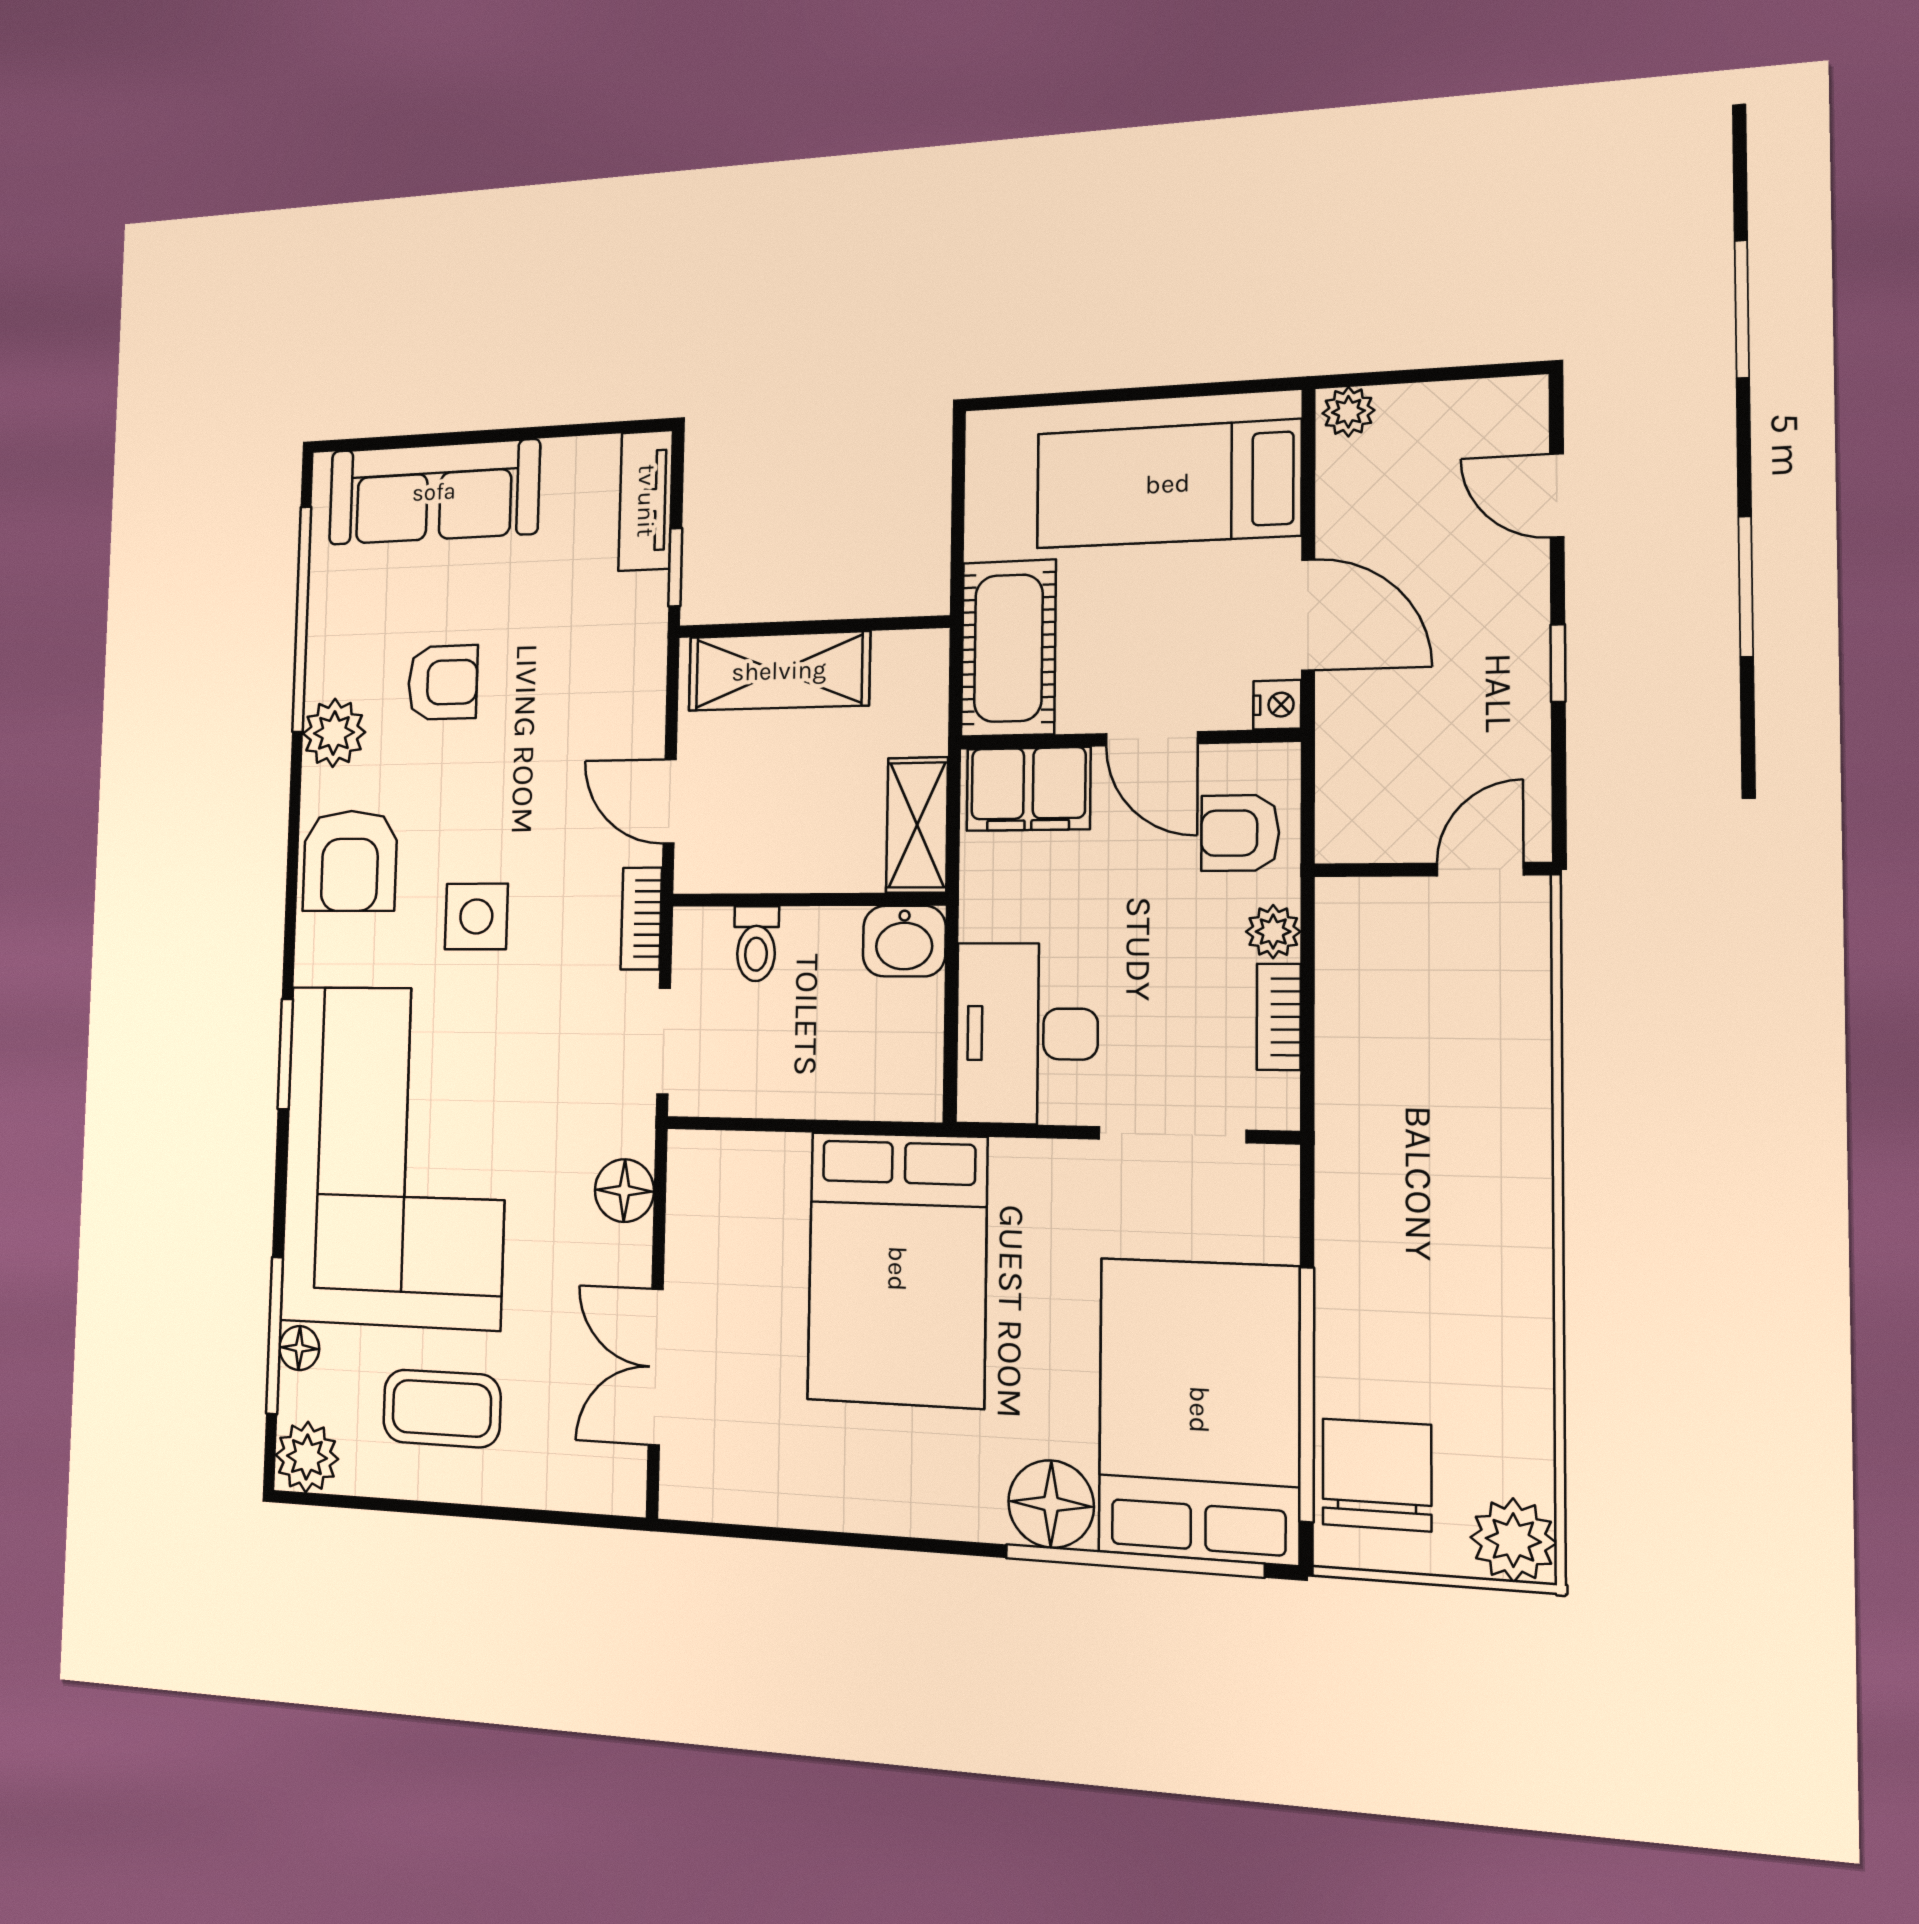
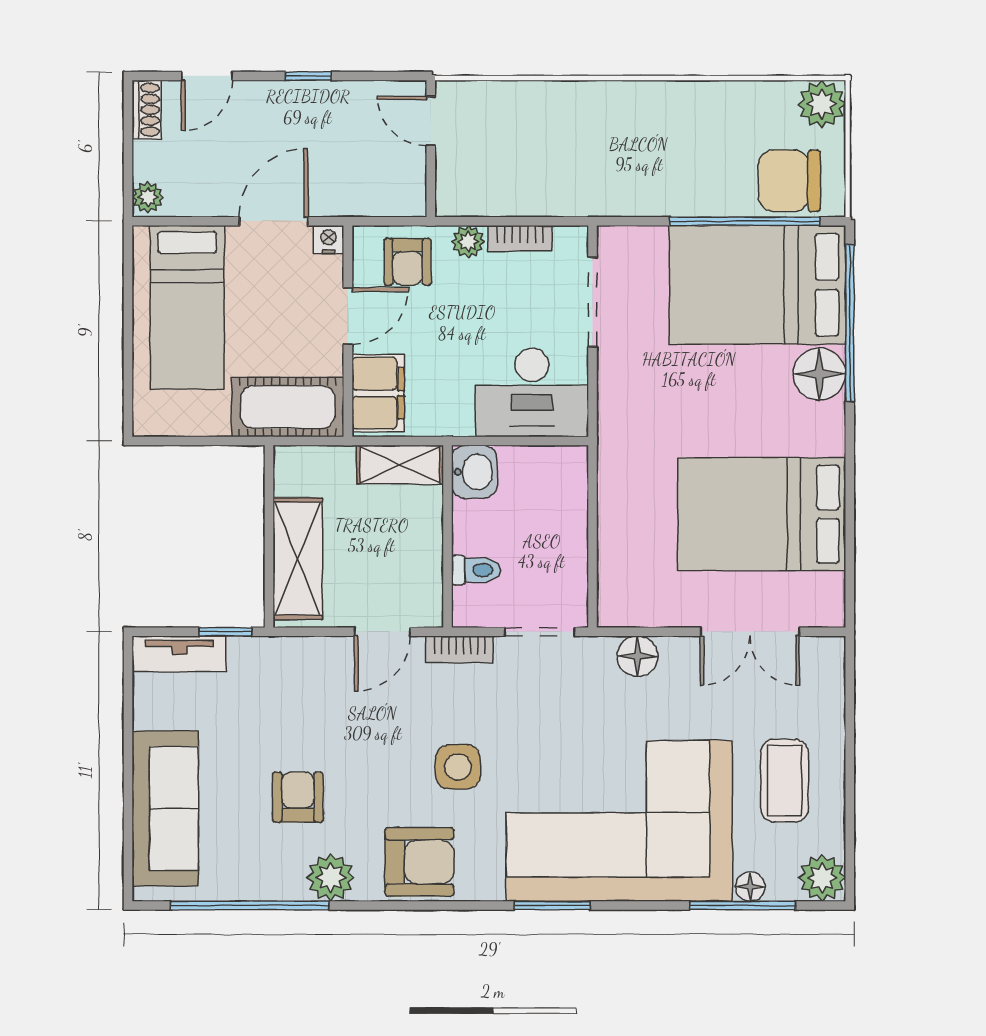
shoe rack: (1497, 401) -> (147, 110), added
bed: (897, 1269) -> (762, 514), moved, turned 180

